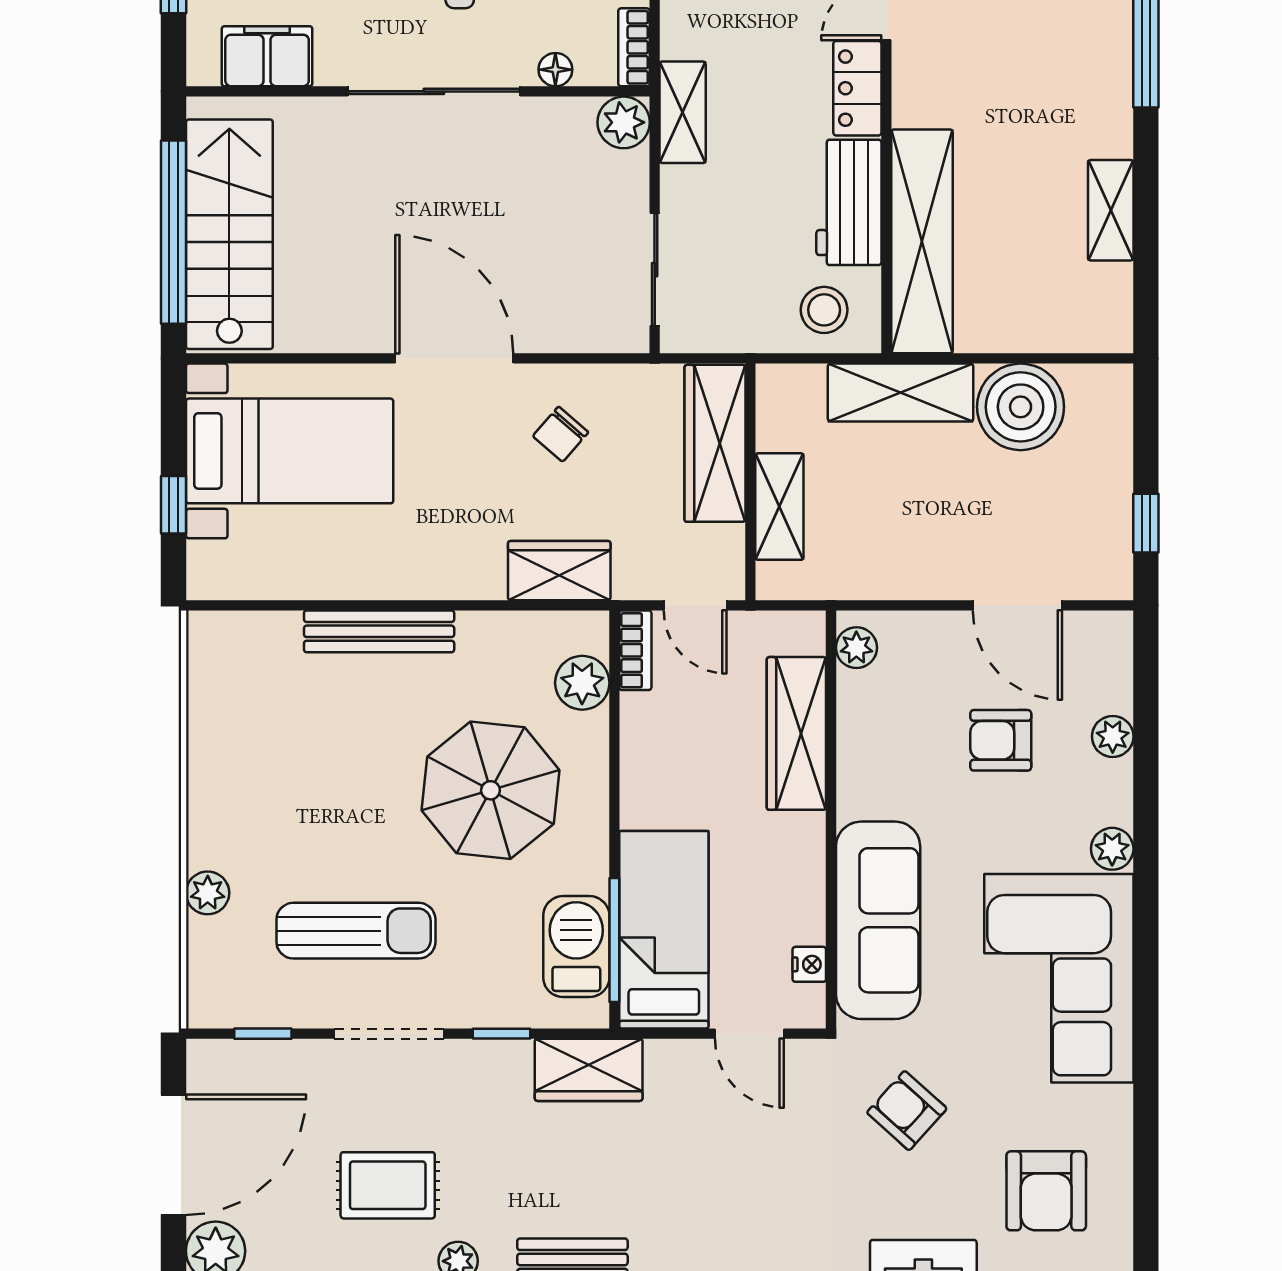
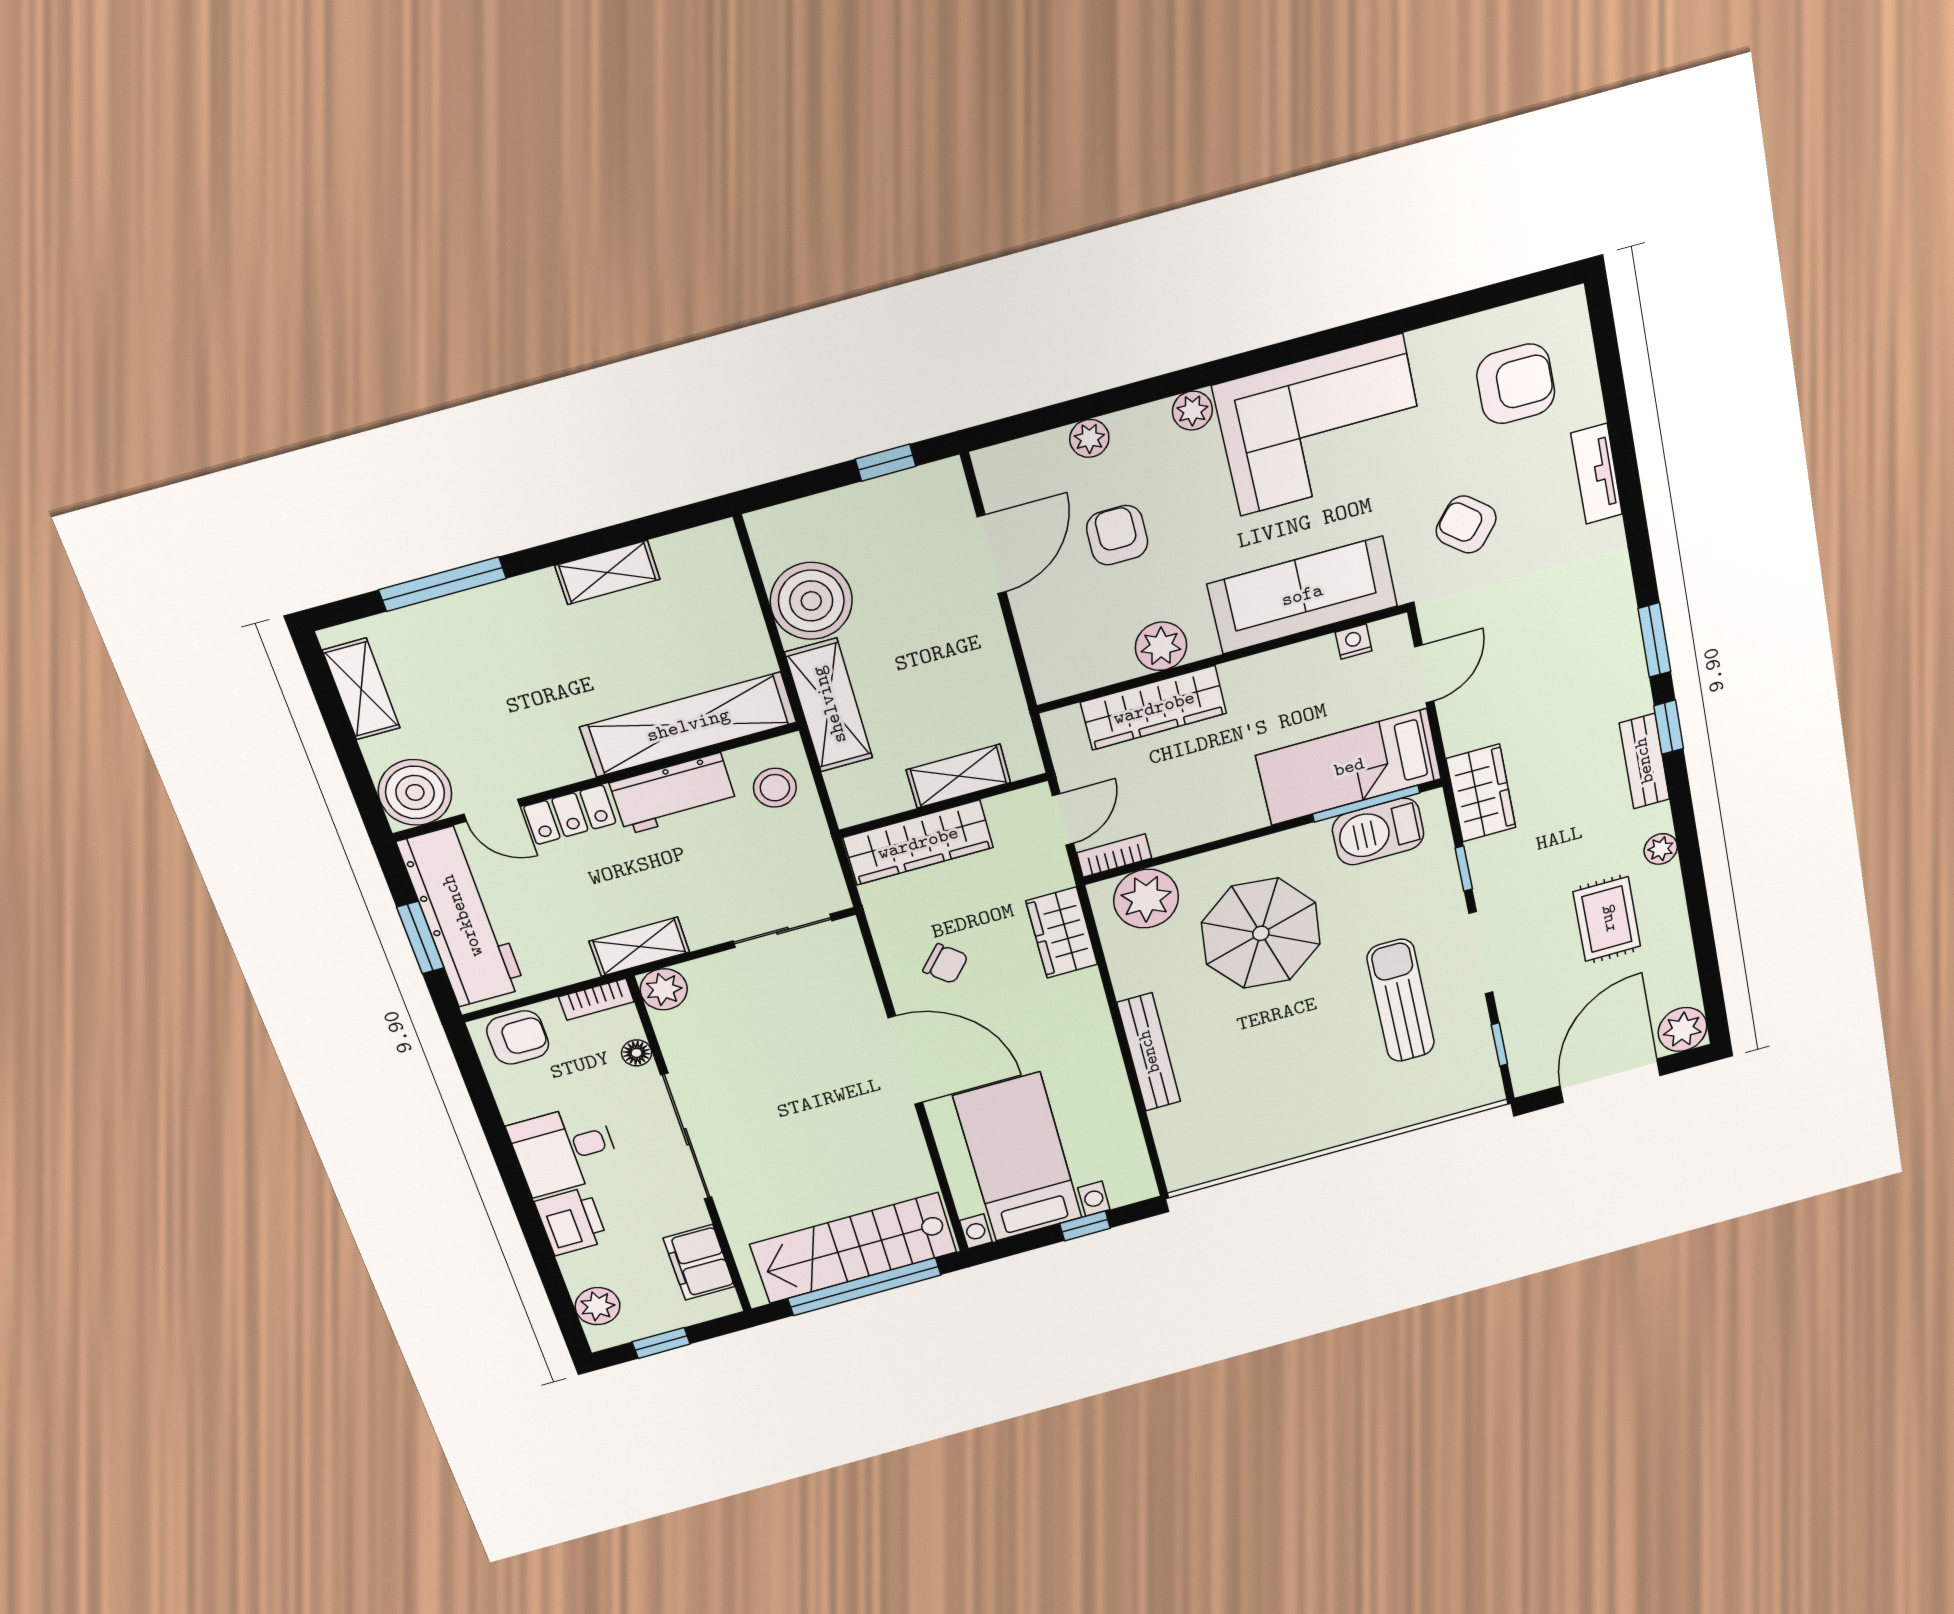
door: (454, 358) -> (905, 1060), swing flipped
plant: (856, 648) -> (1161, 646), moved, width x1.38, depth x1.38
plant: (582, 683) -> (1146, 899), width x1.36, depth x1.36
armchair: (1001, 740) -> (1117, 535), turned 180
plant: (208, 893) -> (1393, 1115), removed
armchair: (907, 1111) -> (1466, 524), turned 88
door: (173, 1155) -> (1610, 1081), hinge flipped

